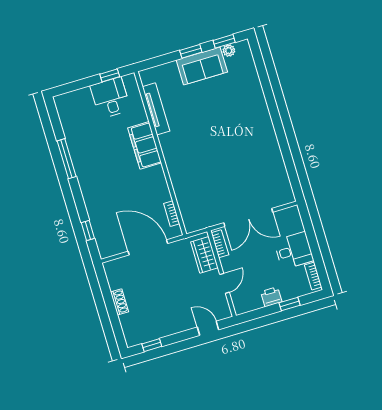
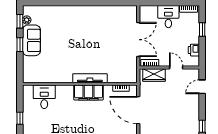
window: (110, 75) -> (20, 118), moved
desk: (110, 98) -> (44, 97), moved, turned 90
tv unit: (156, 109) -> (90, 78), moved
filing cabinet: (145, 145) -> (89, 93), moved
door: (148, 247) -> (138, 110), hinge flipped
printer: (271, 297) -> (194, 50), moved

